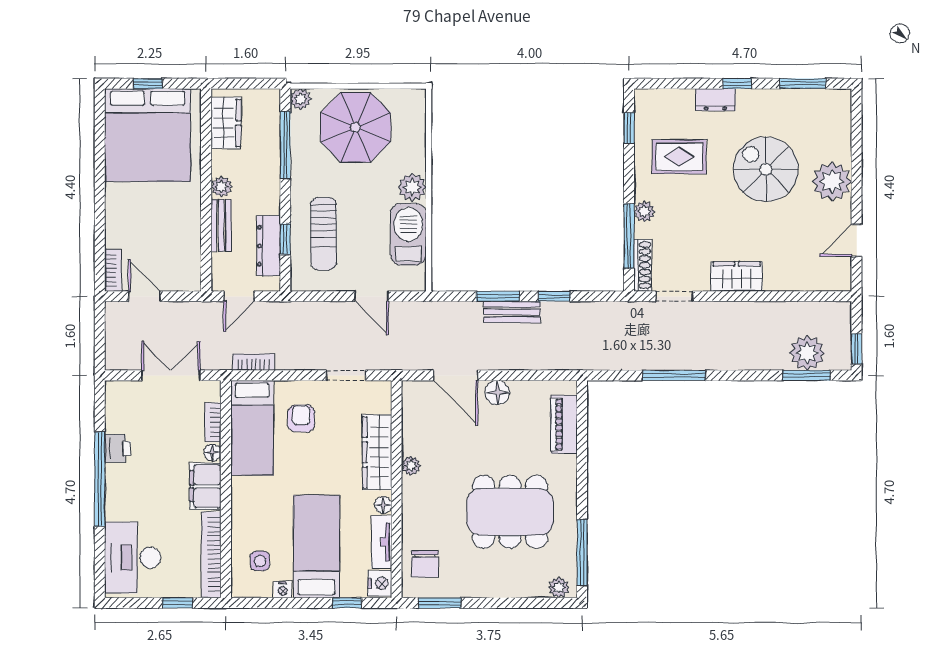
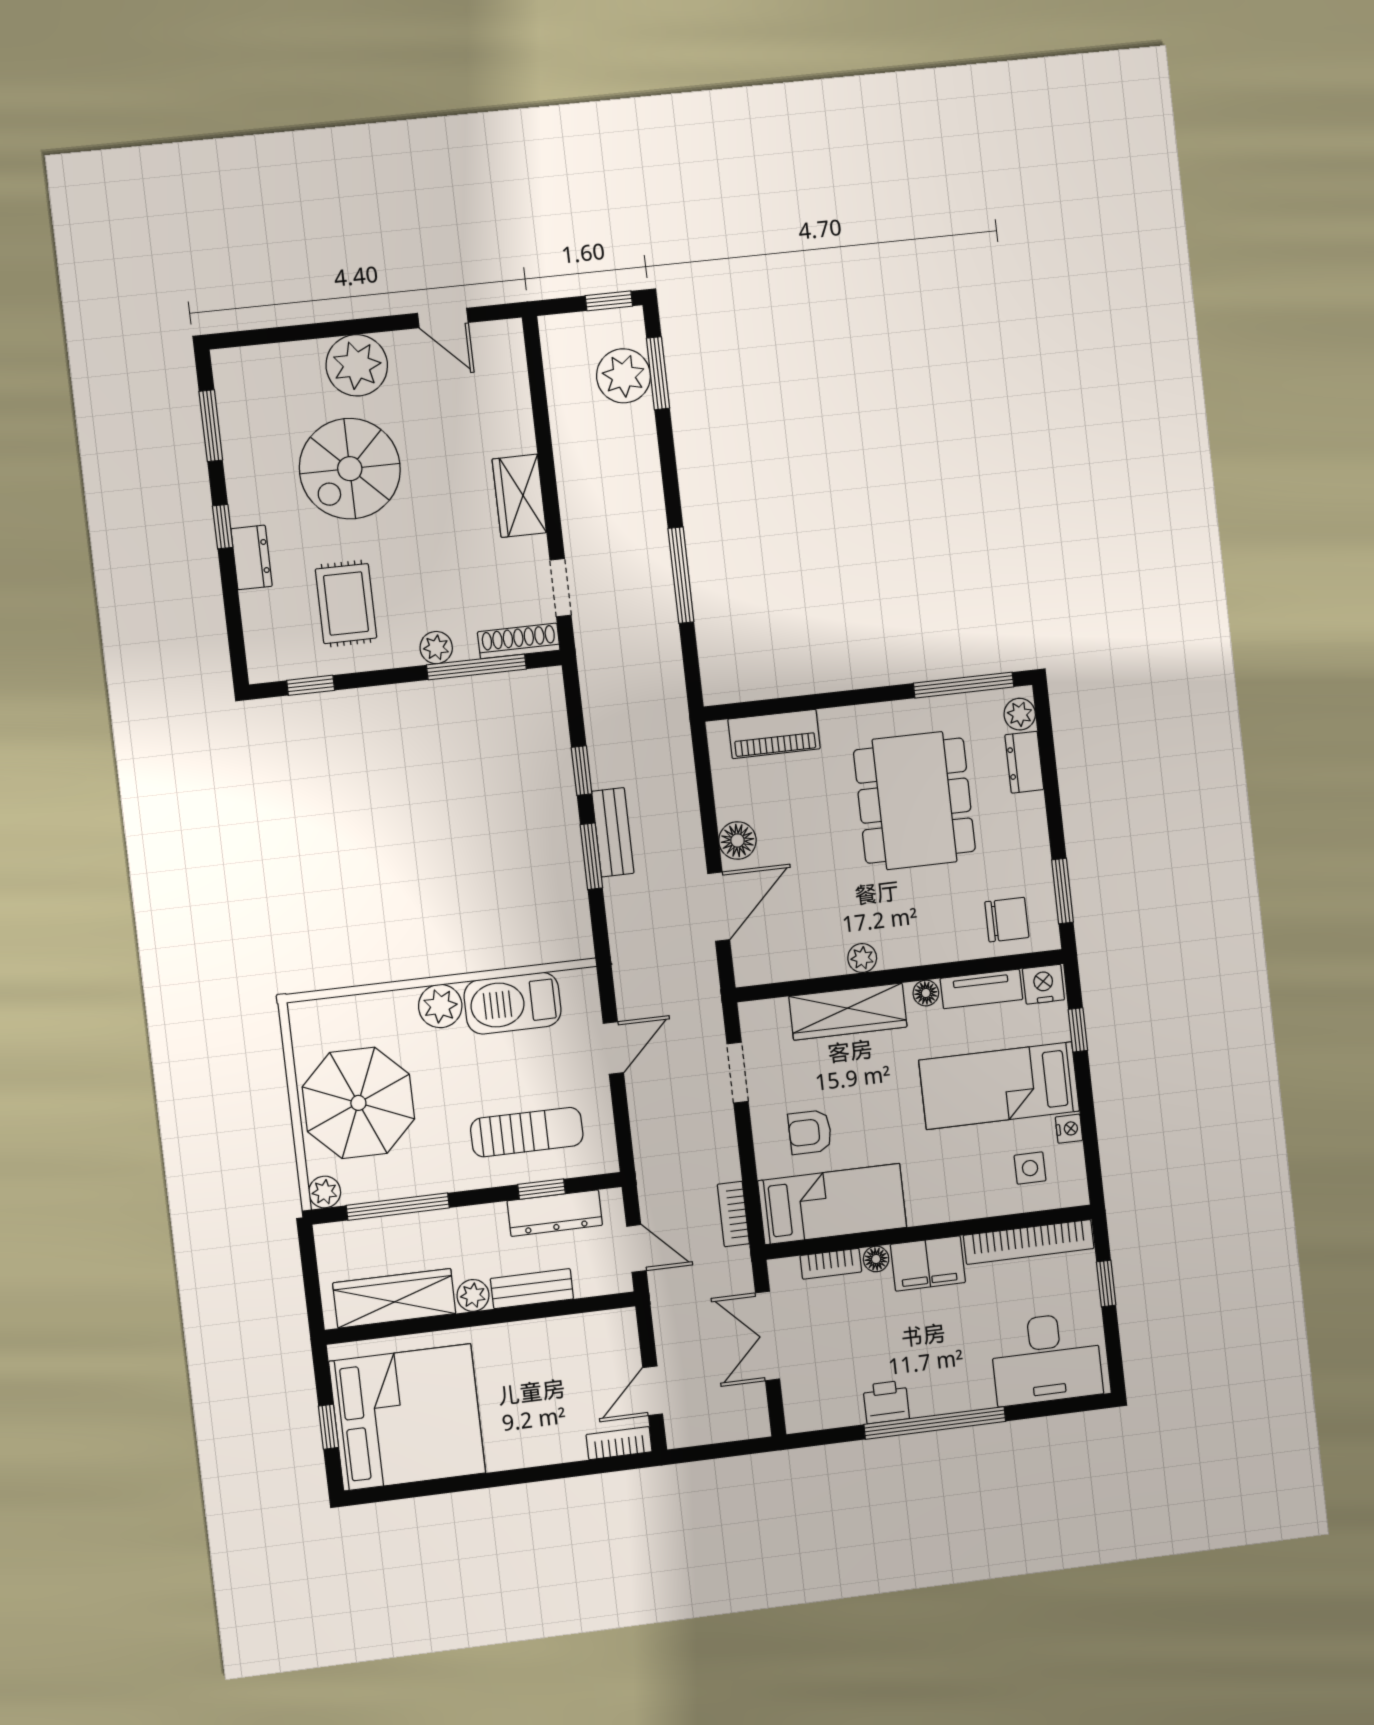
wardrobe: (226, 123) -> (394, 1298), width x1.50
dresser: (527, 587) -> (1024, 762), added

